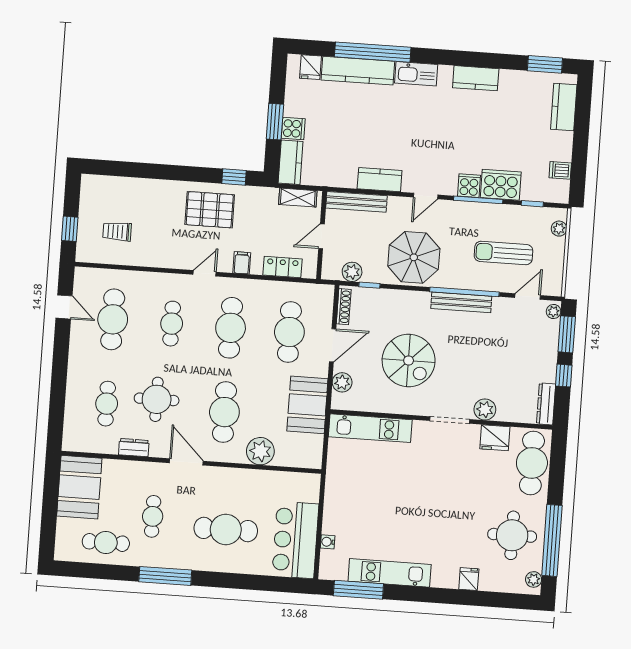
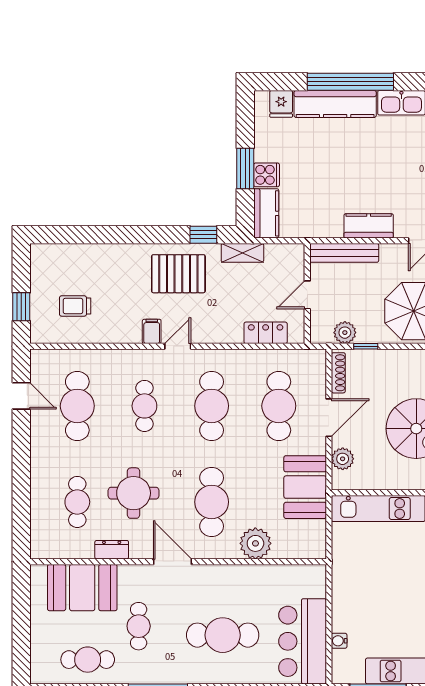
shelving: (298, 198) -> (242, 253), moved
filing cabinet: (242, 263) -> (152, 331), moved
booth: (79, 487) -> (82, 588), moved, turned 90

